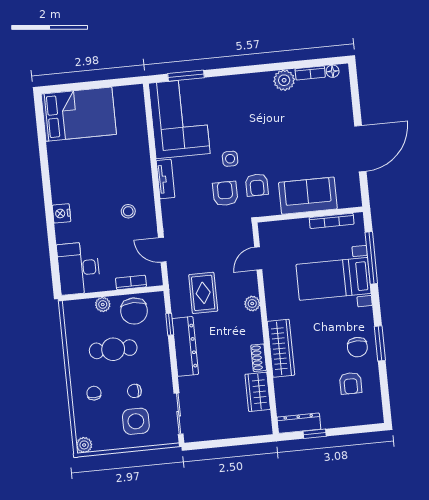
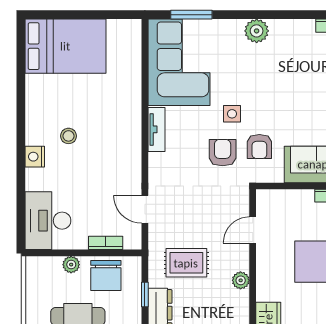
plant: (284, 80) -> (257, 31), moved
stool: (128, 211) -> (69, 136), moved
rug: (203, 293) -> (186, 263), turned 90

